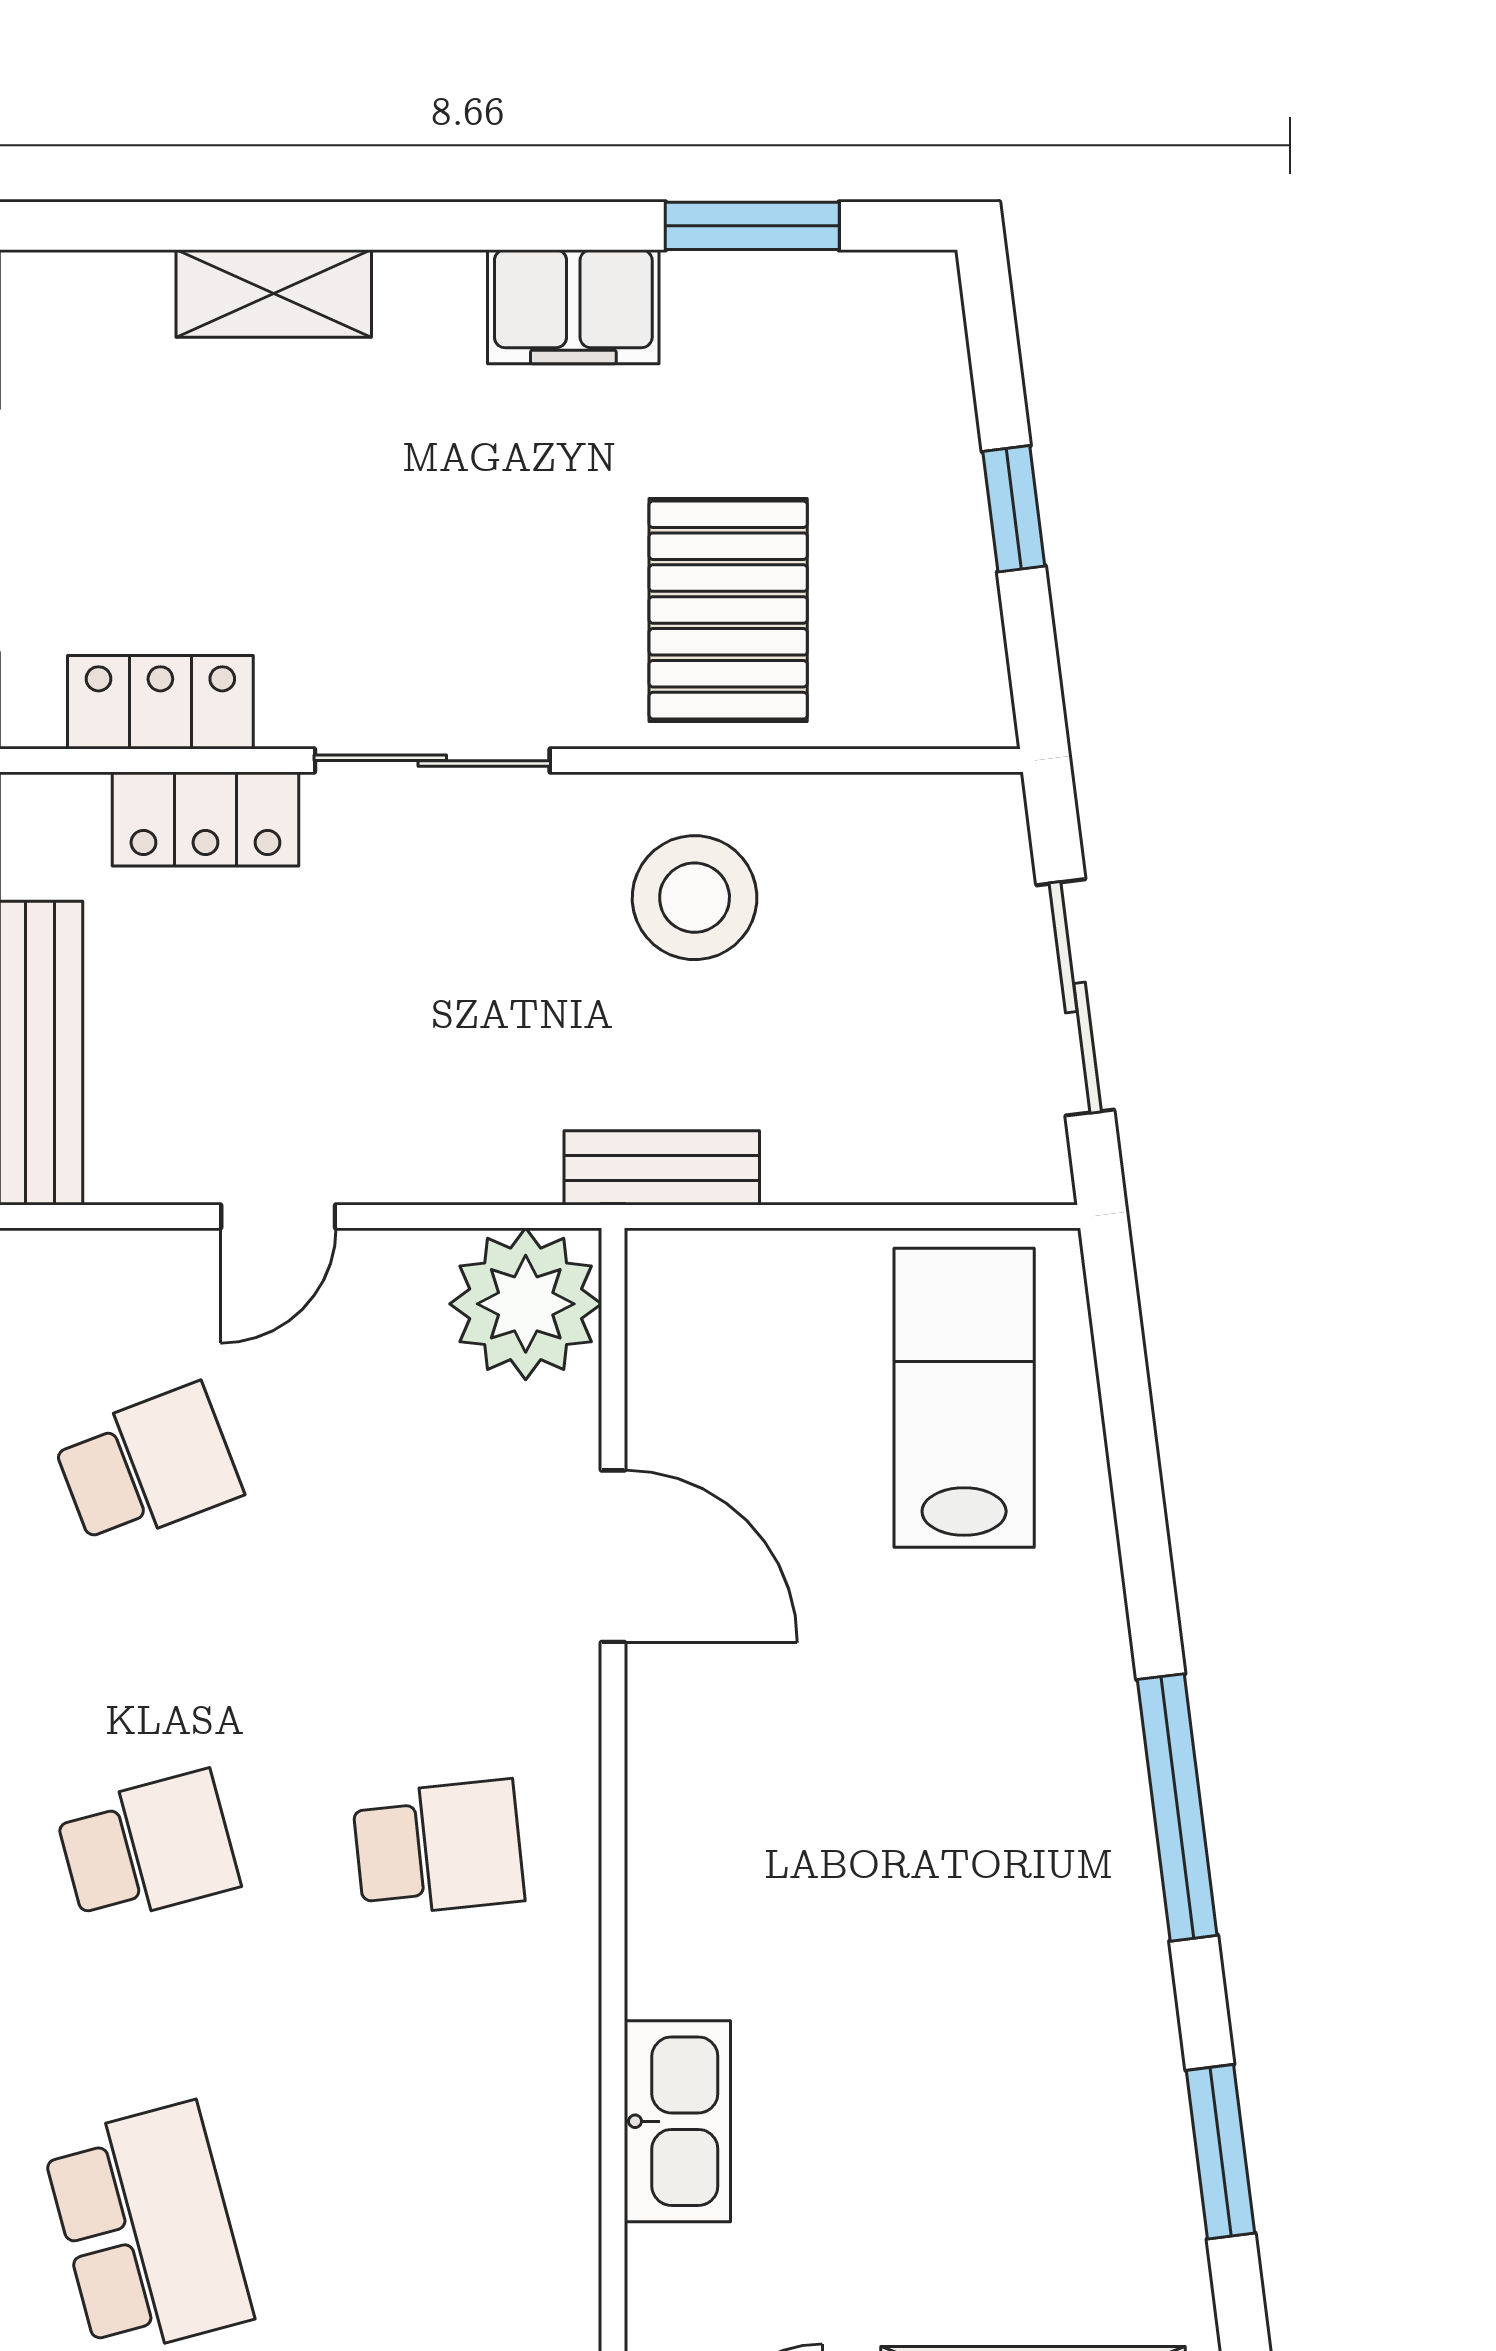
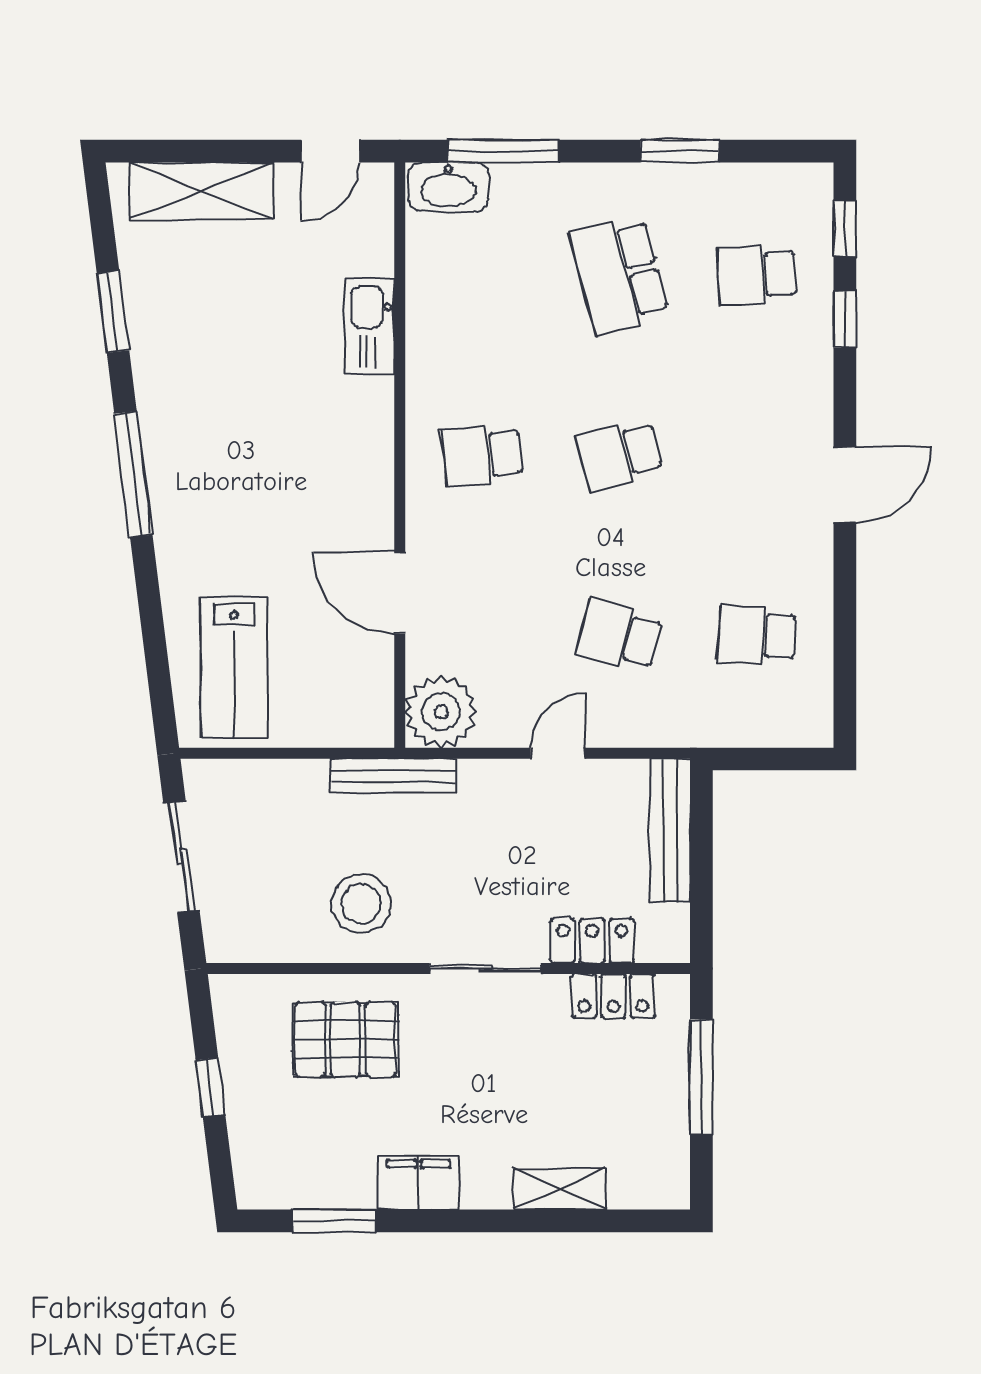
pallet: (728, 610) -> (345, 1040), turned 90
bench: (662, 1168) -> (393, 776), width x1.36
school desk: (148, 1466) -> (619, 635), turned 36

